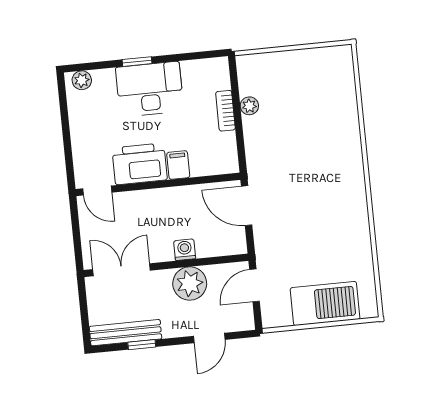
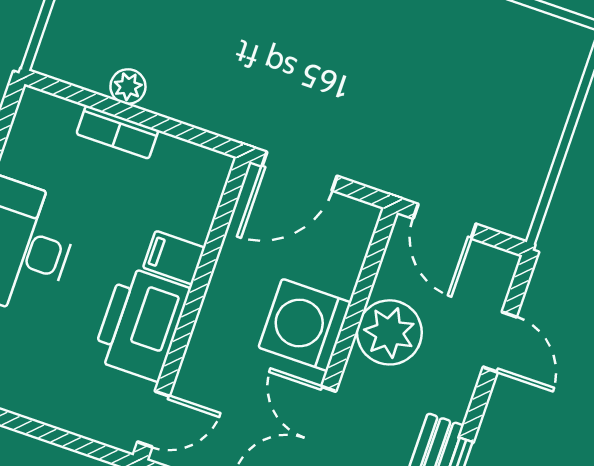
washing machine: (185, 250) -> (305, 325), width x1.89, depth x1.89
barbecue: (325, 304) -> (533, 113), removed

